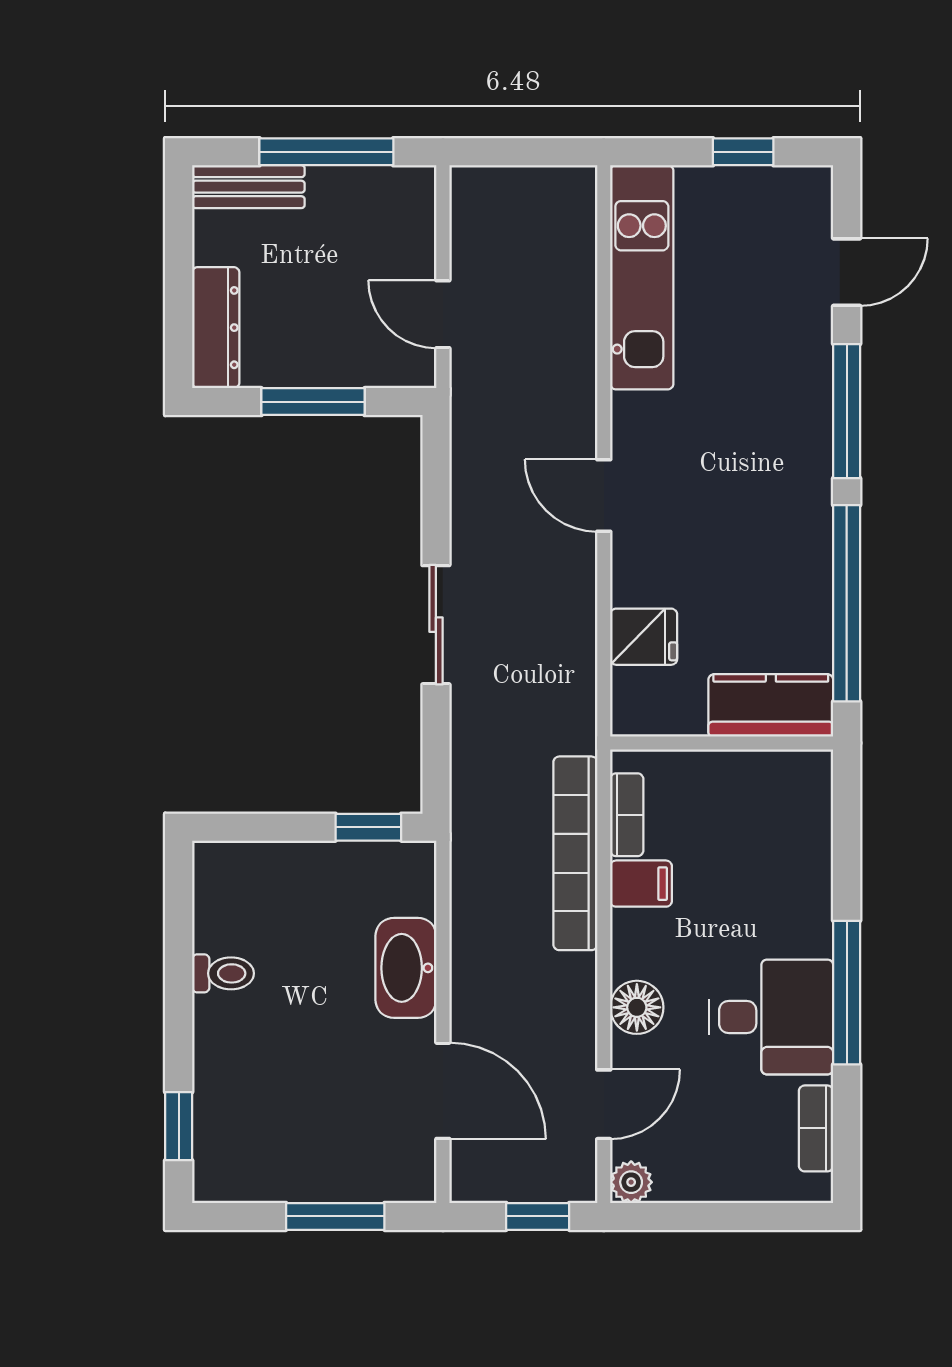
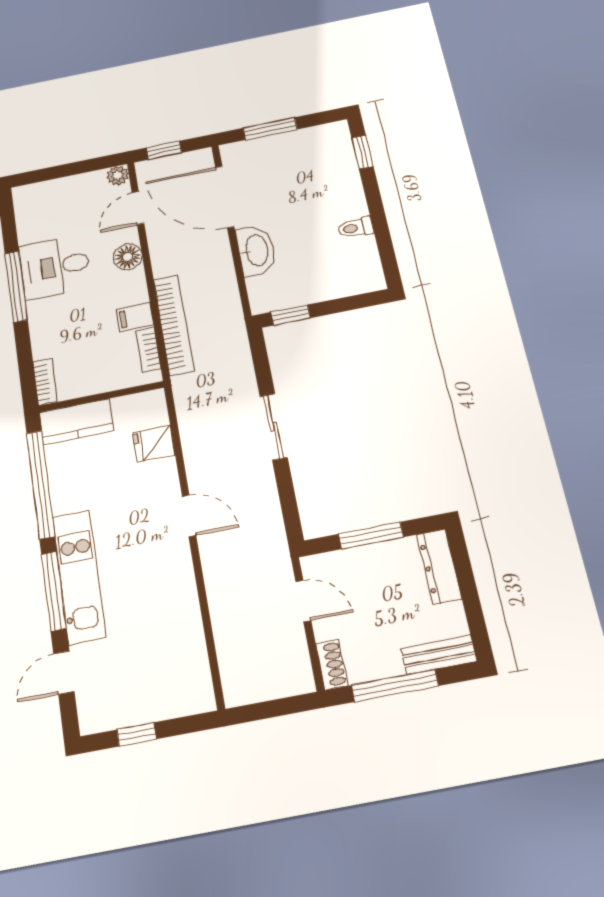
shoe rack: (418, 203) -> (332, 665), added
kitchen unit: (642, 277) -> (79, 577), moved, turned 180
door: (443, 1091) -> (225, 197), width x1.36
bookcase: (816, 1128) -> (45, 382), moved

